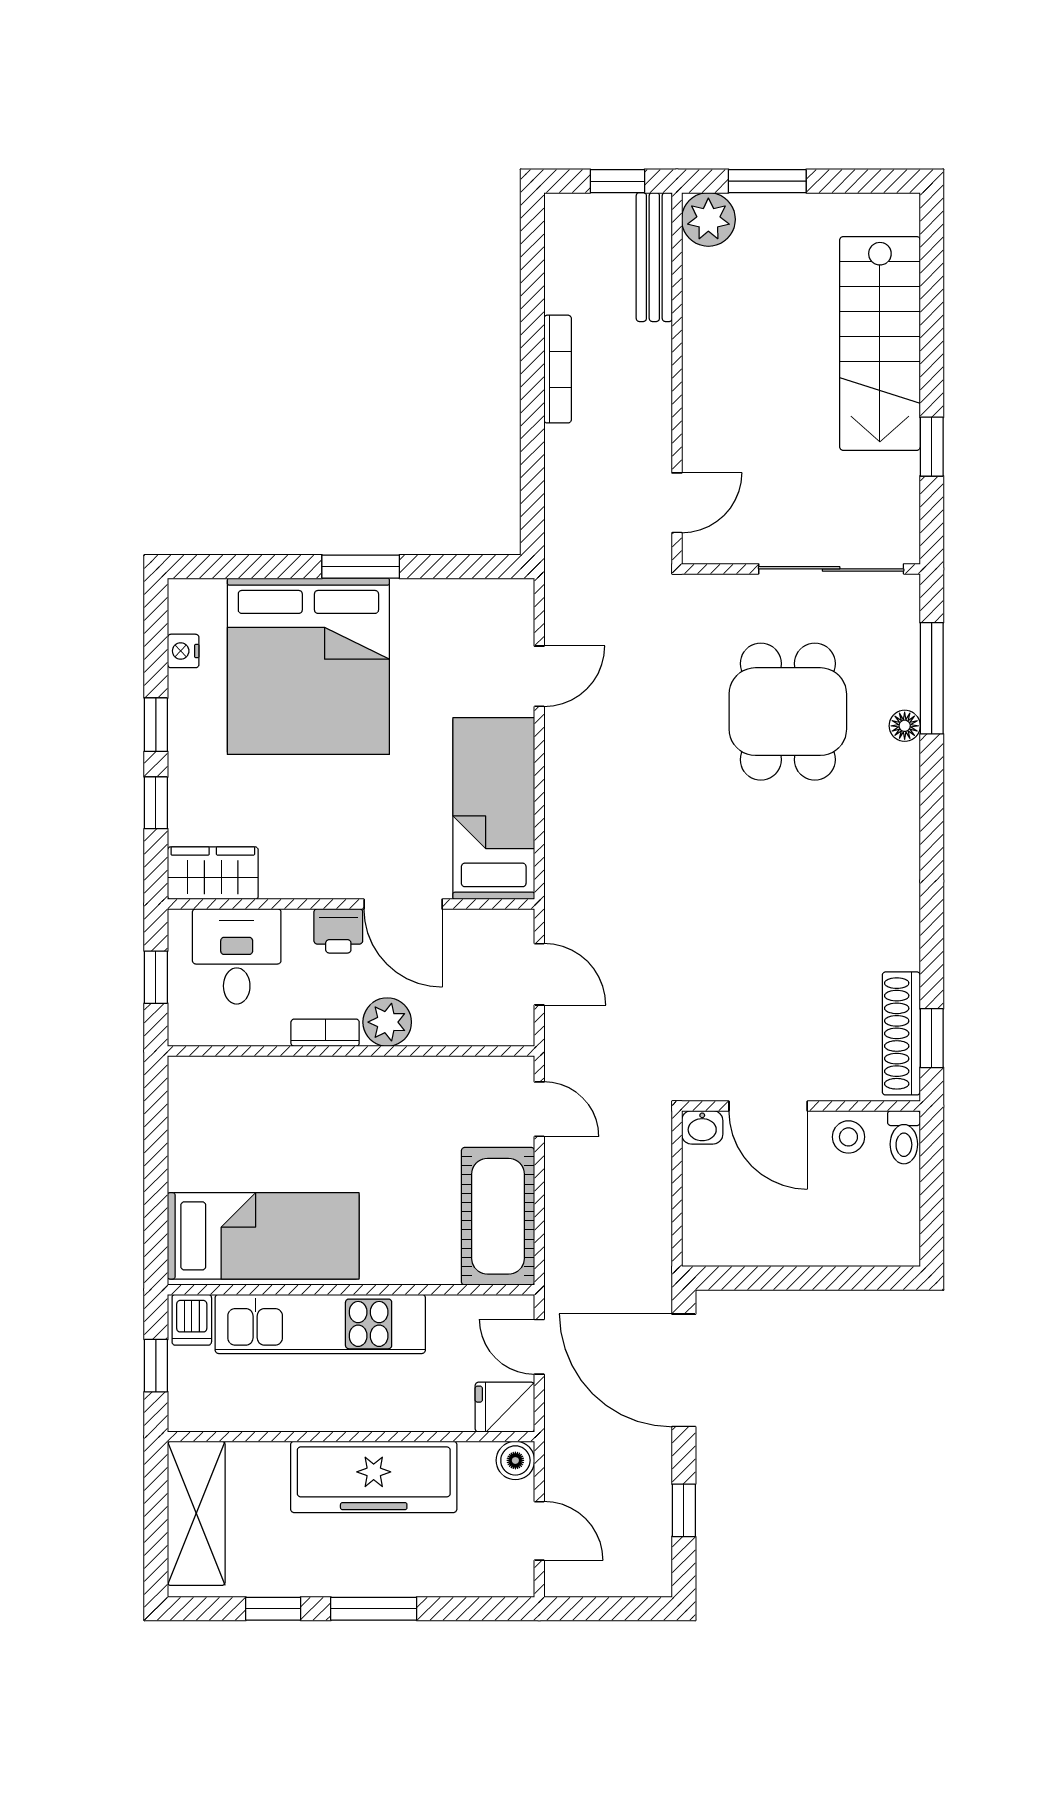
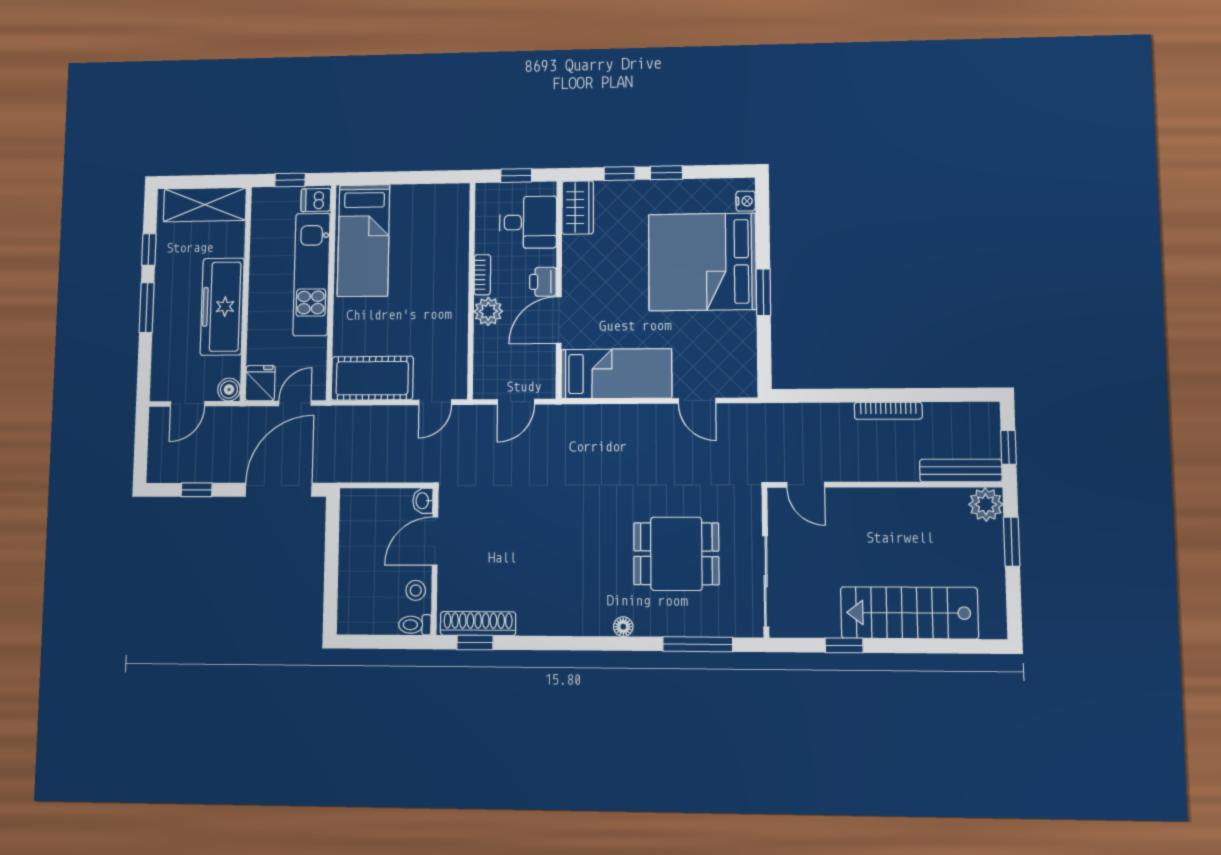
nightstand: (183, 651) -> (746, 201), moved, turned 90
floor lamp: (905, 726) -> (623, 627), moved

